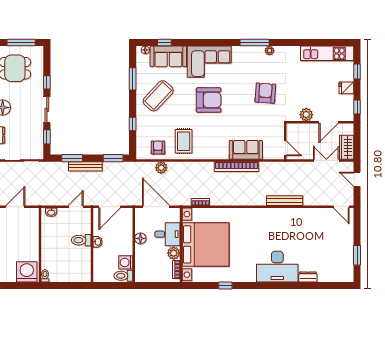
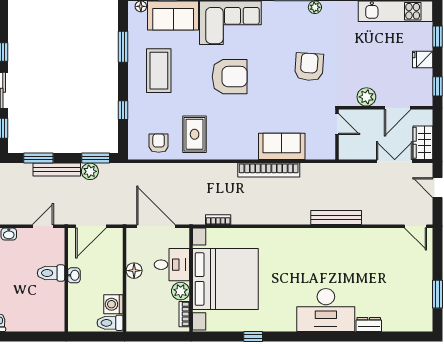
coffee table: (158, 96) -> (159, 71), turned -43
door: (285, 148) -> (337, 124), moved
plant: (161, 168) -> (90, 171), moved

